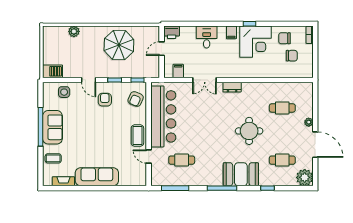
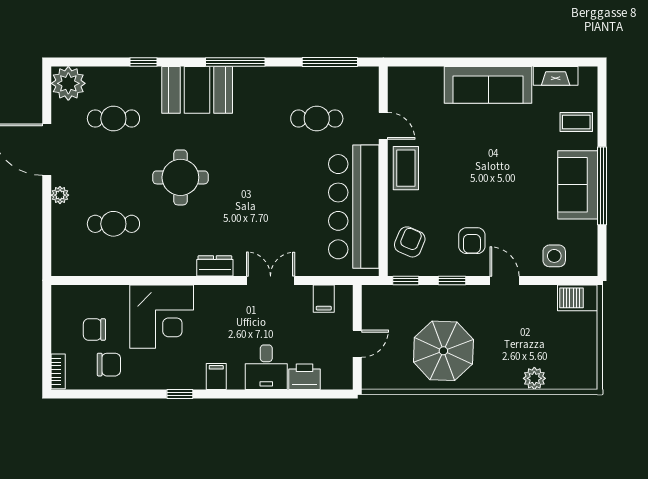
printer: (172, 32) -> (304, 377), moved
corner desk: (255, 42) -> (162, 317), moved, turned 180

